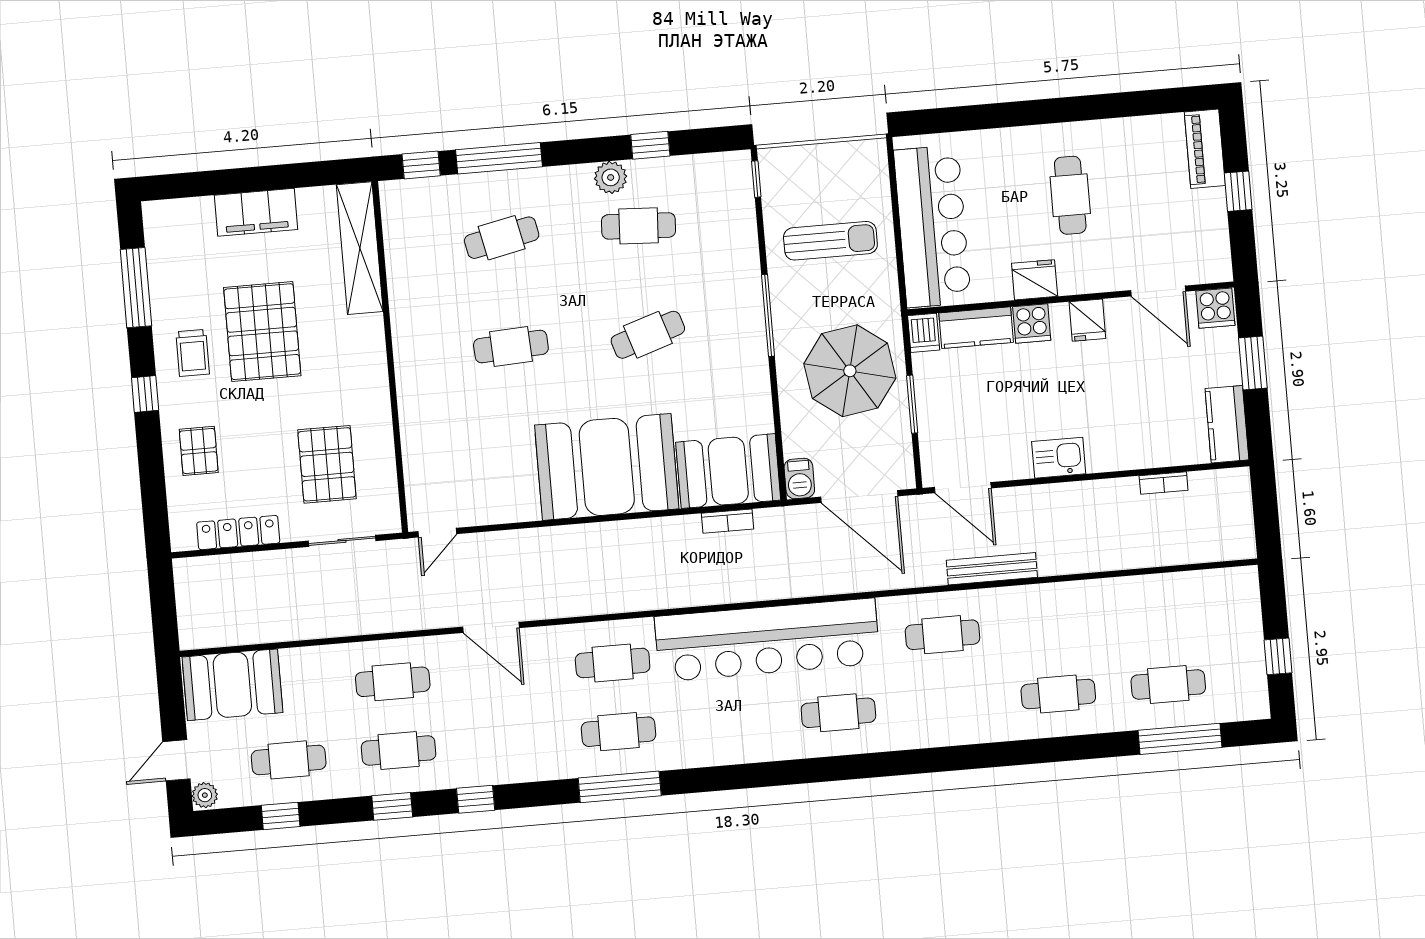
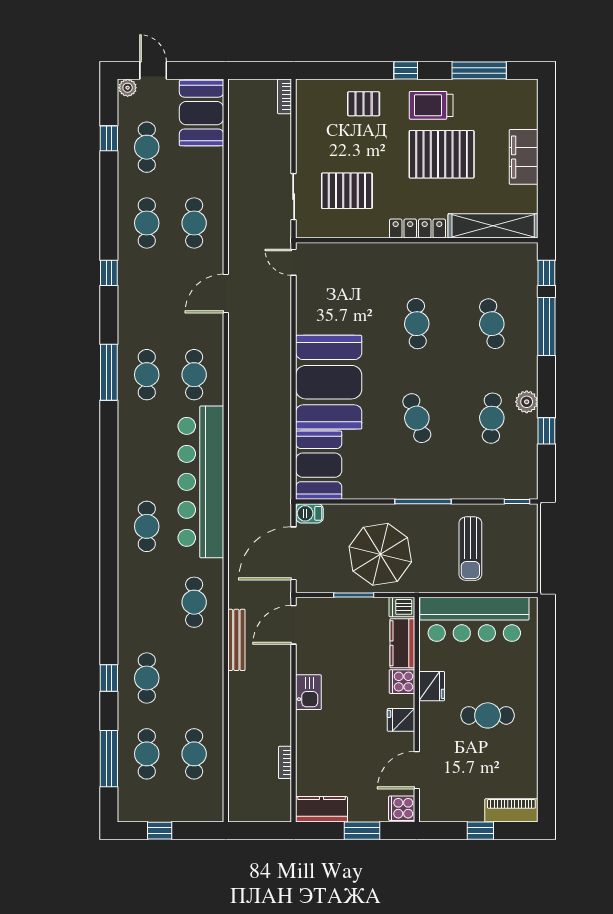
trolley: (193, 353) -> (431, 105), width x1.36, depth x1.39
bookcase: (727, 521) -> (285, 96), moved
locker: (238, 533) -> (417, 229), moved, turned -90
cafe table: (1162, 616) -> (194, 754), added
window: (392, 806) -> (109, 678), moved

